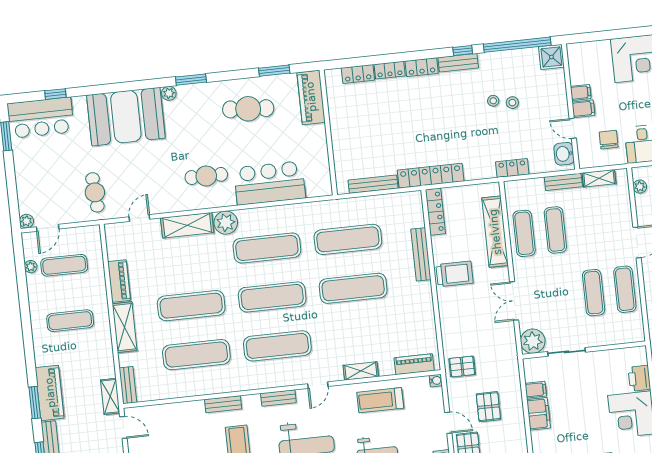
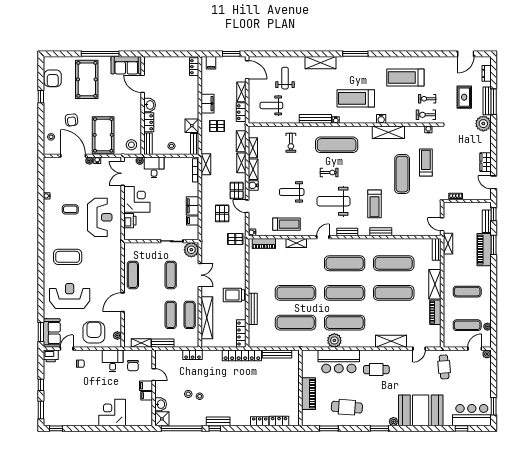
locker: (422, 67) -> (240, 421), removed
piano: (311, 97) -> (308, 394), moved
washbasin: (564, 154) -> (161, 404), moved
plant: (226, 223) -> (334, 340), moved
exercise mat: (594, 293) -> (171, 275), moved

